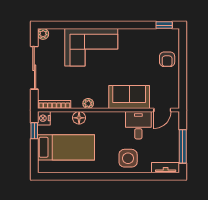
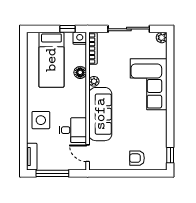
sofa: (129, 97) -> (100, 114), width x1.36

